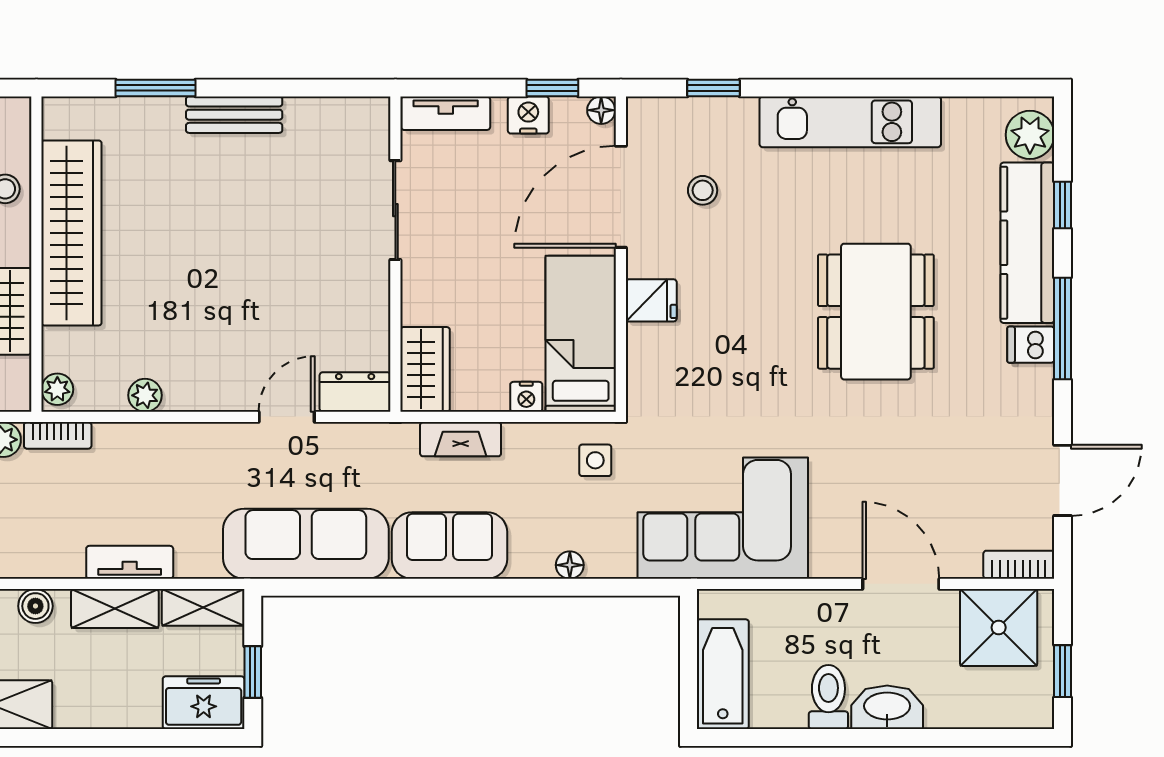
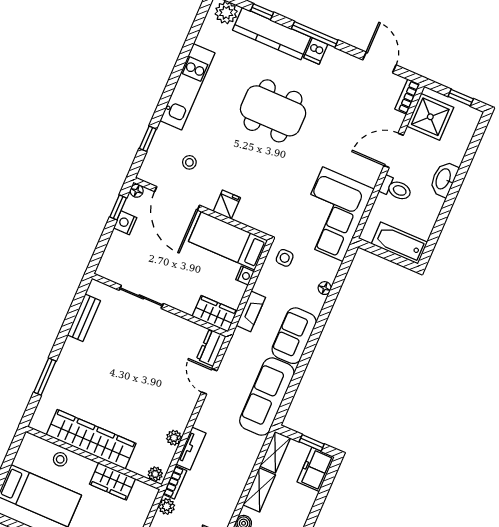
tv unit: (446, 113) -> (109, 258), removed
bench: (234, 115) -> (84, 318), moved
tv unit: (130, 562) -> (191, 449), moved, turned 180
toilet: (828, 697) -> (396, 189), moved, turned 180

